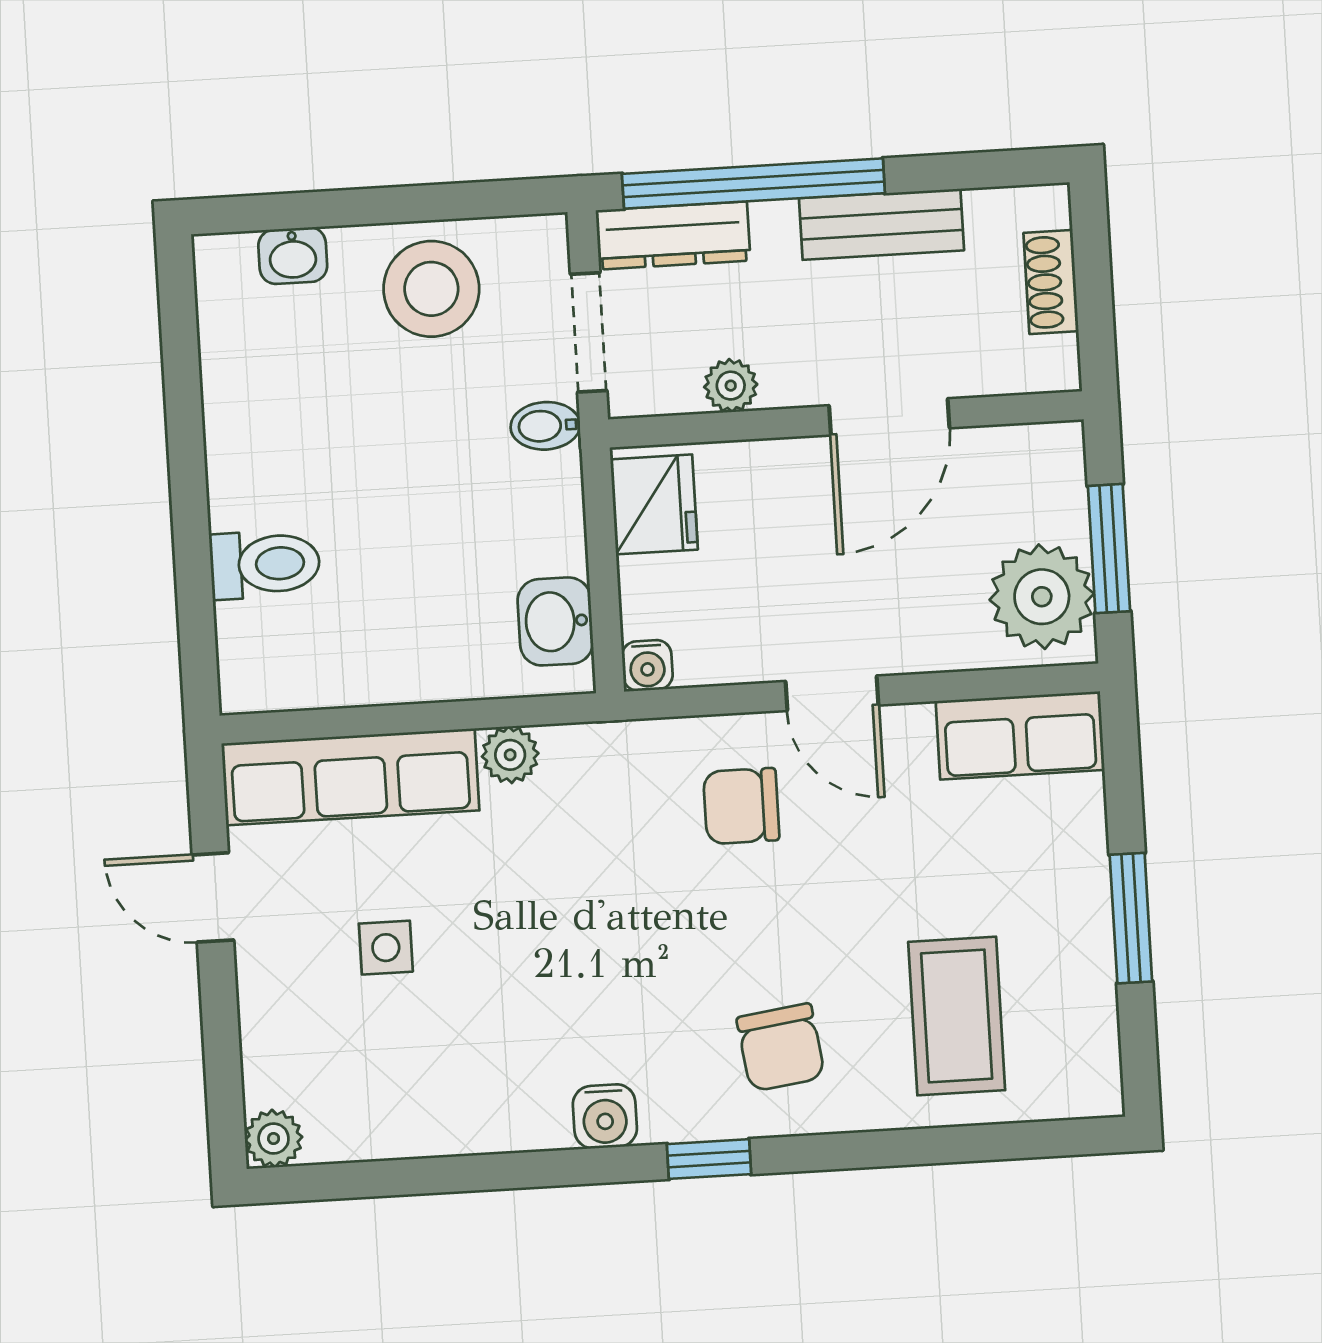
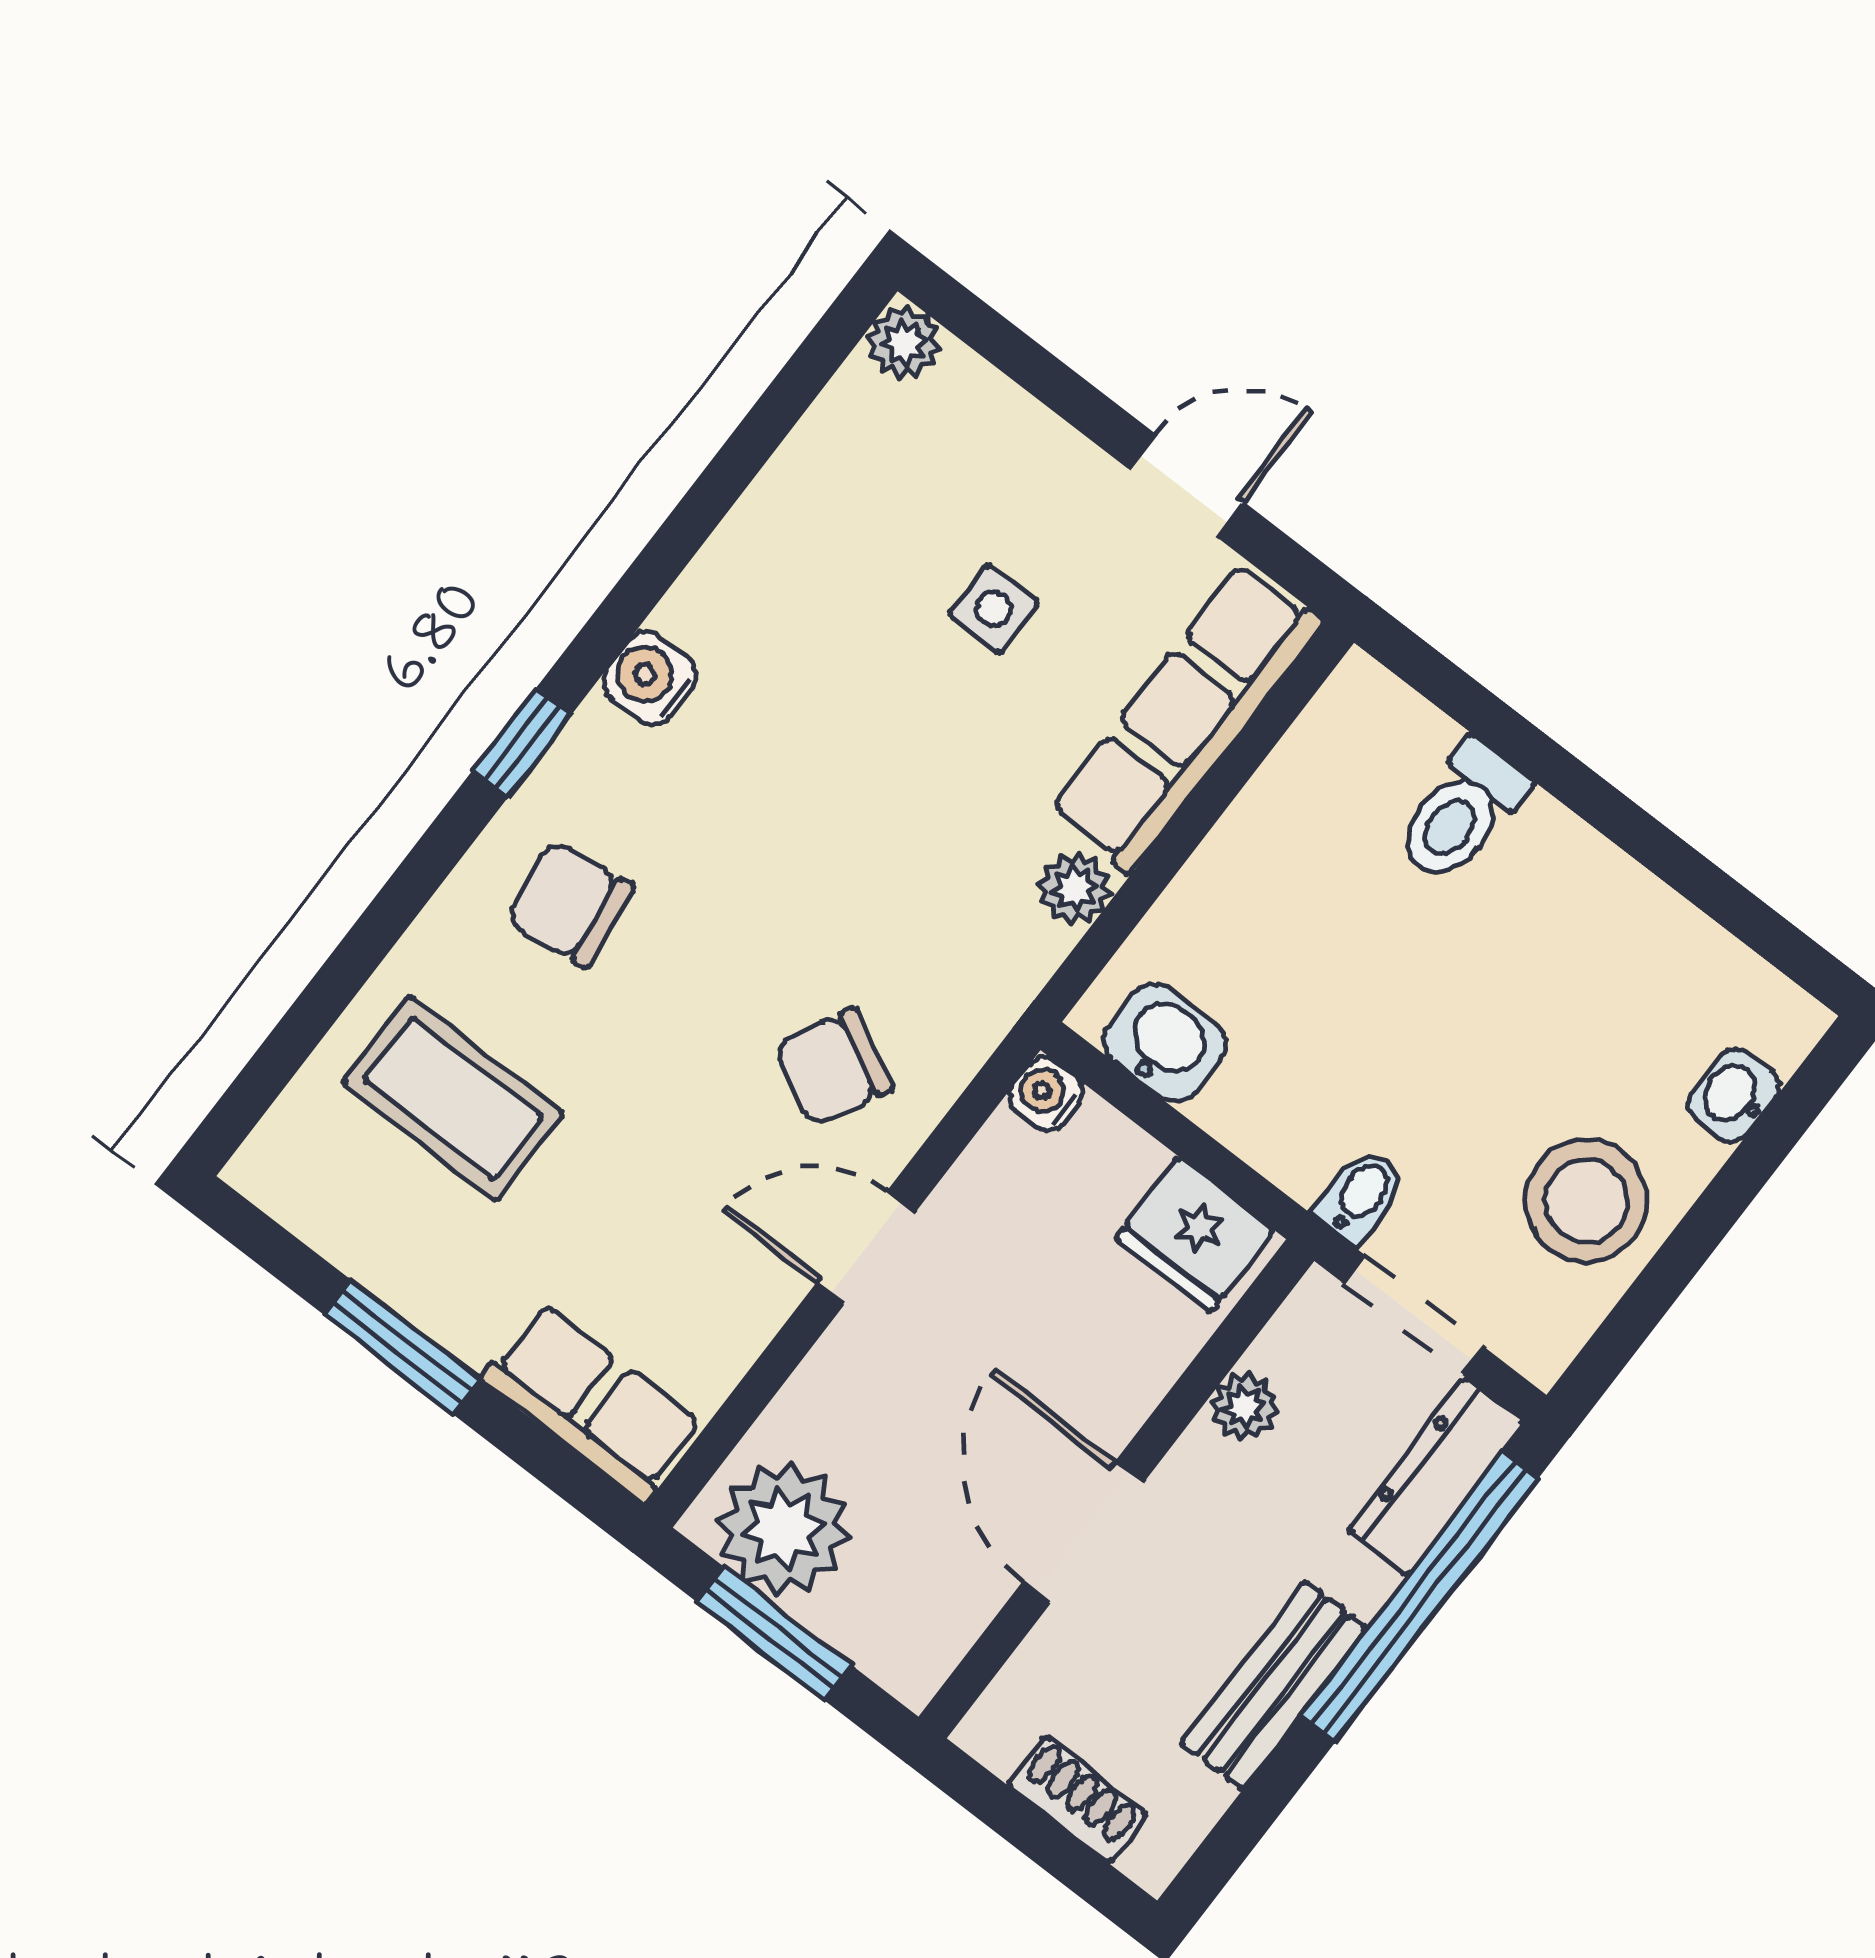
row of seats: (1020, 736) -> (592, 1403), moved, turned 90
chair: (741, 806) -> (833, 1067), turned -153

